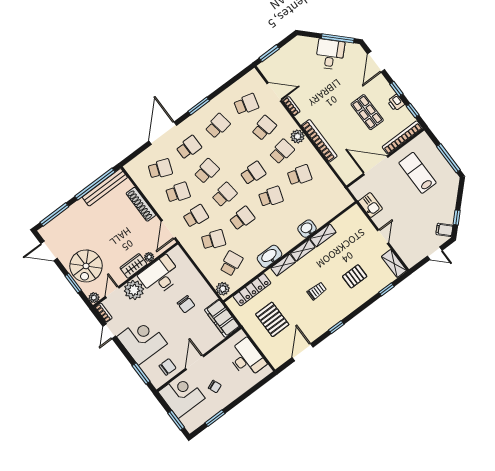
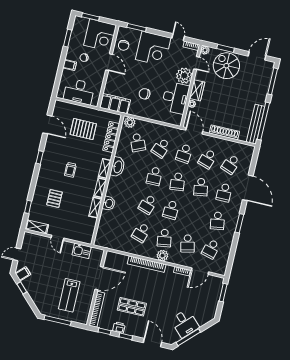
lab bench: (418, 173) -> (69, 295), turned 90
filing cabinet: (234, 391) -> (70, 65), added

